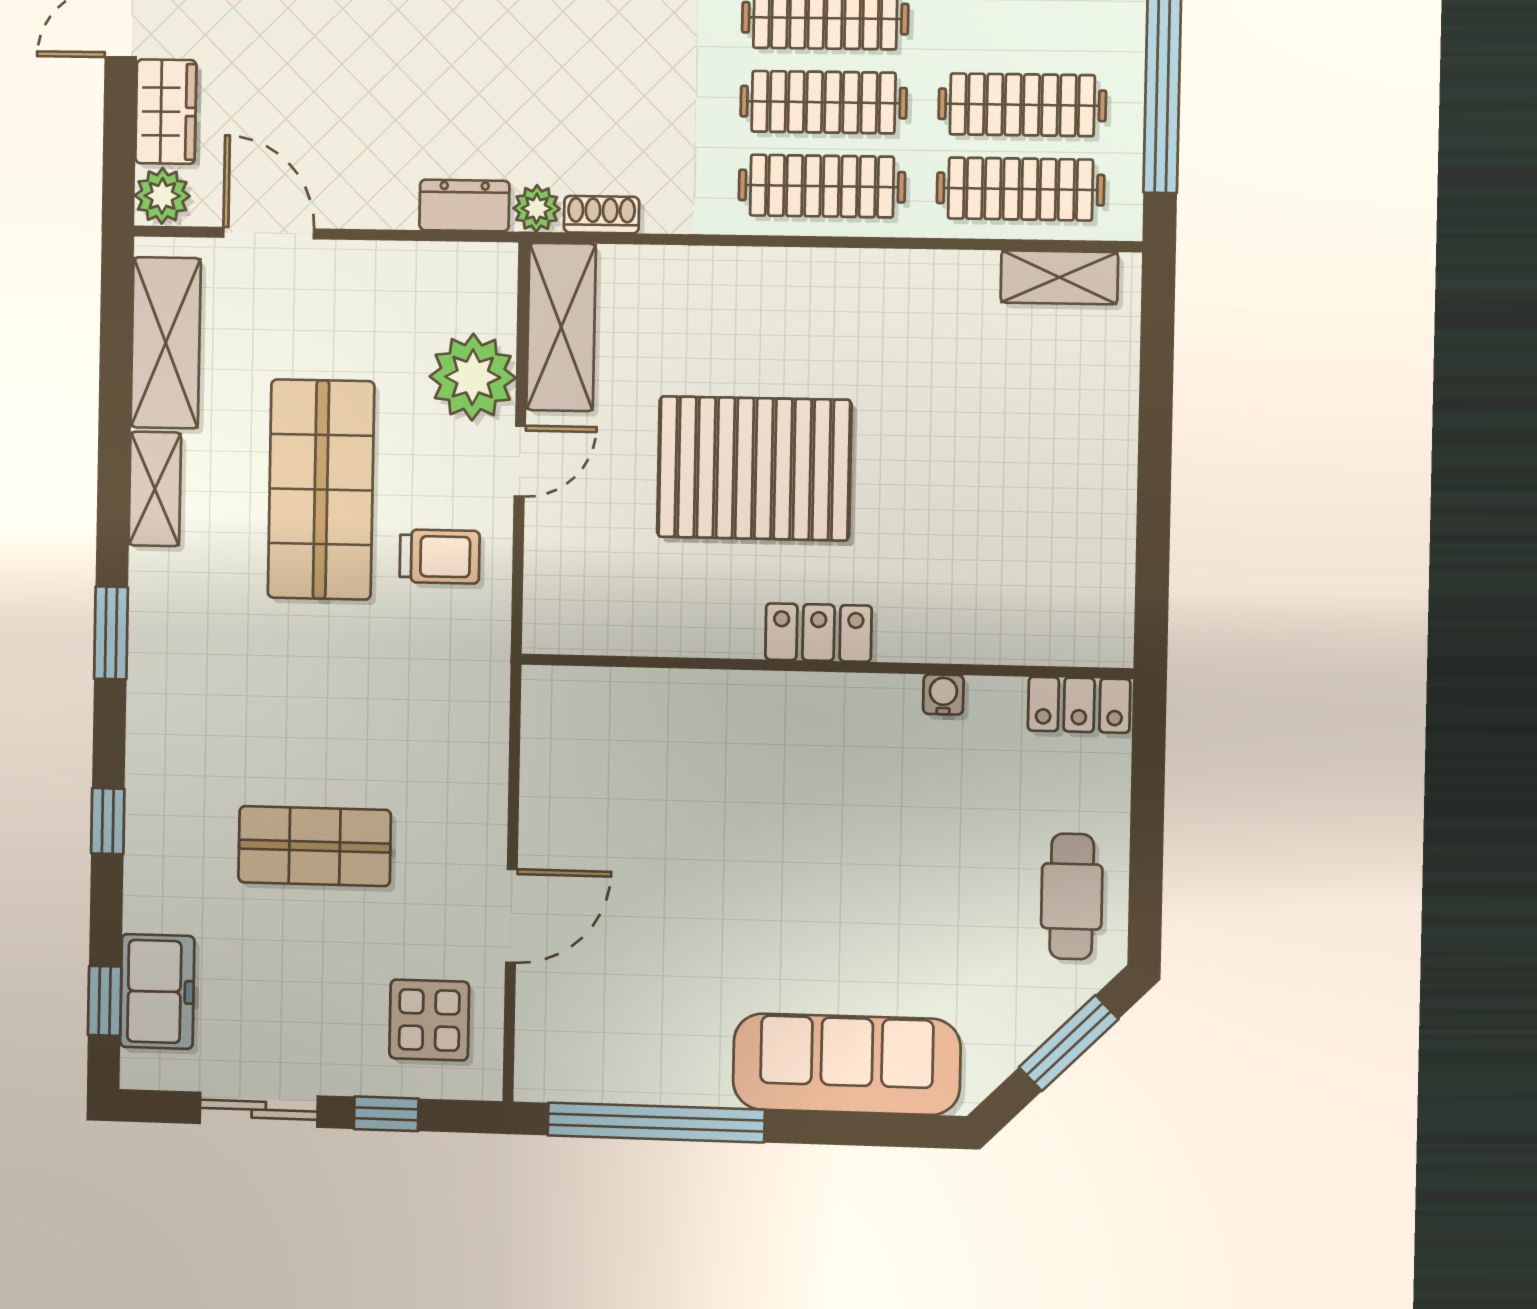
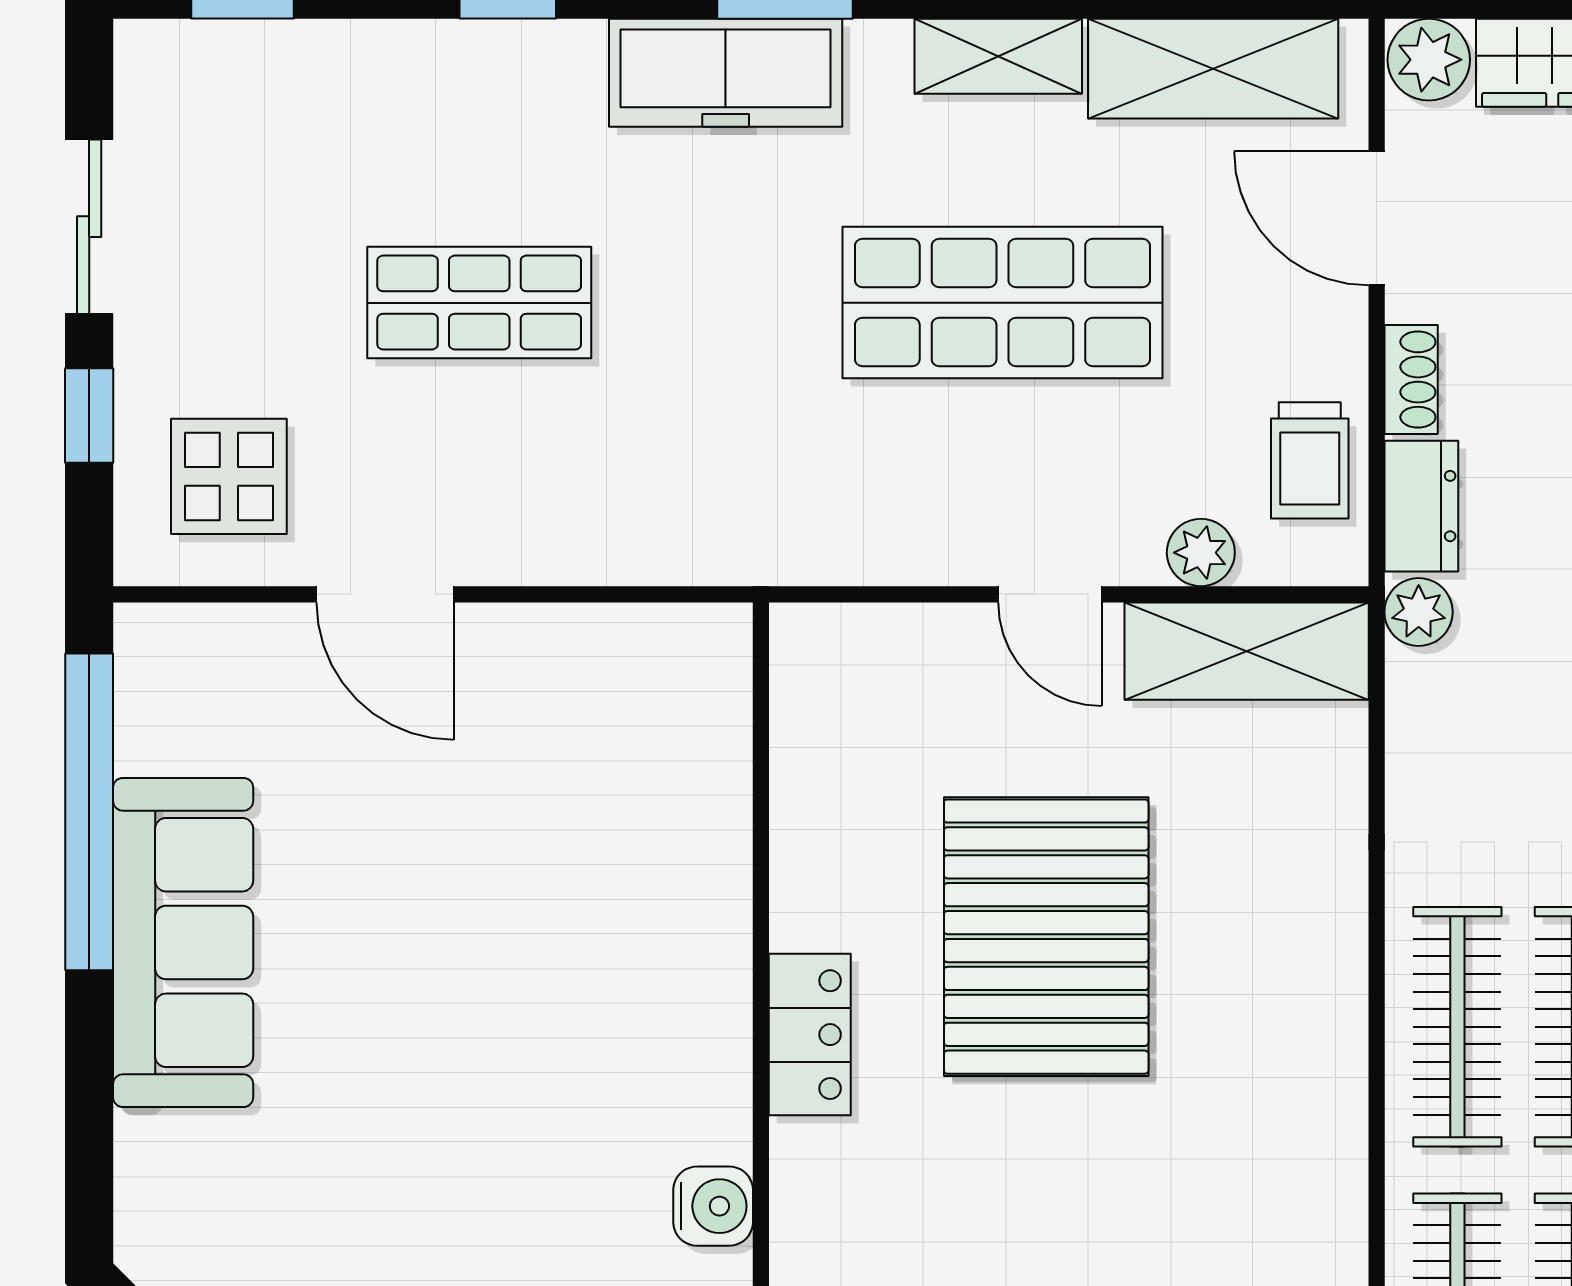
shoe rack: (601, 215) -> (1411, 380), moved
door: (269, 233) -> (1377, 218), swing flipped
plant: (473, 377) -> (1201, 553), width x0.53, depth x0.53
trolley: (440, 557) -> (1310, 460), moved
water cooler: (943, 695) -> (713, 1206), width x1.38, depth x1.38
shop shelf: (315, 846) -> (479, 303), turned 90
freezer: (157, 991) -> (726, 73), moved, width x1.40
sofa: (847, 1064) -> (183, 942), moved

